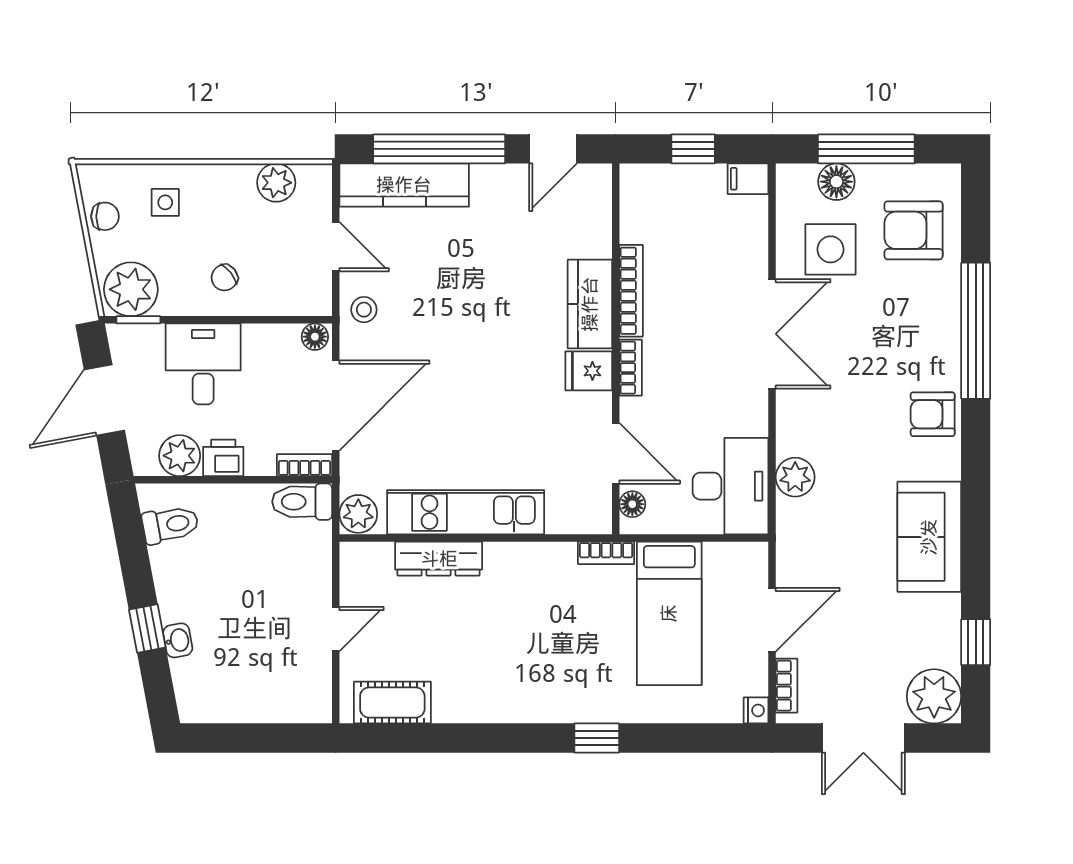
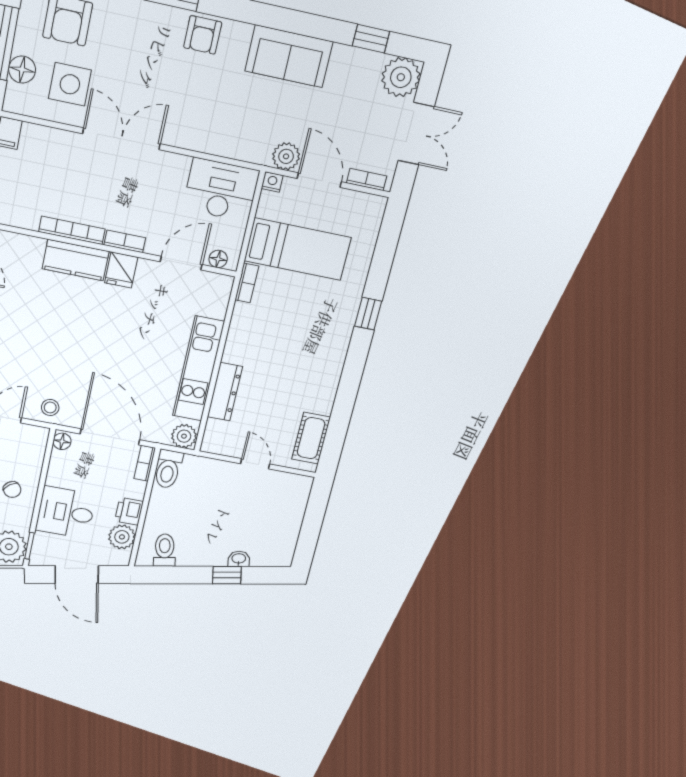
plant: (795, 477) -> (286, 156), moved
nightstand: (756, 710) -> (272, 182), moved

